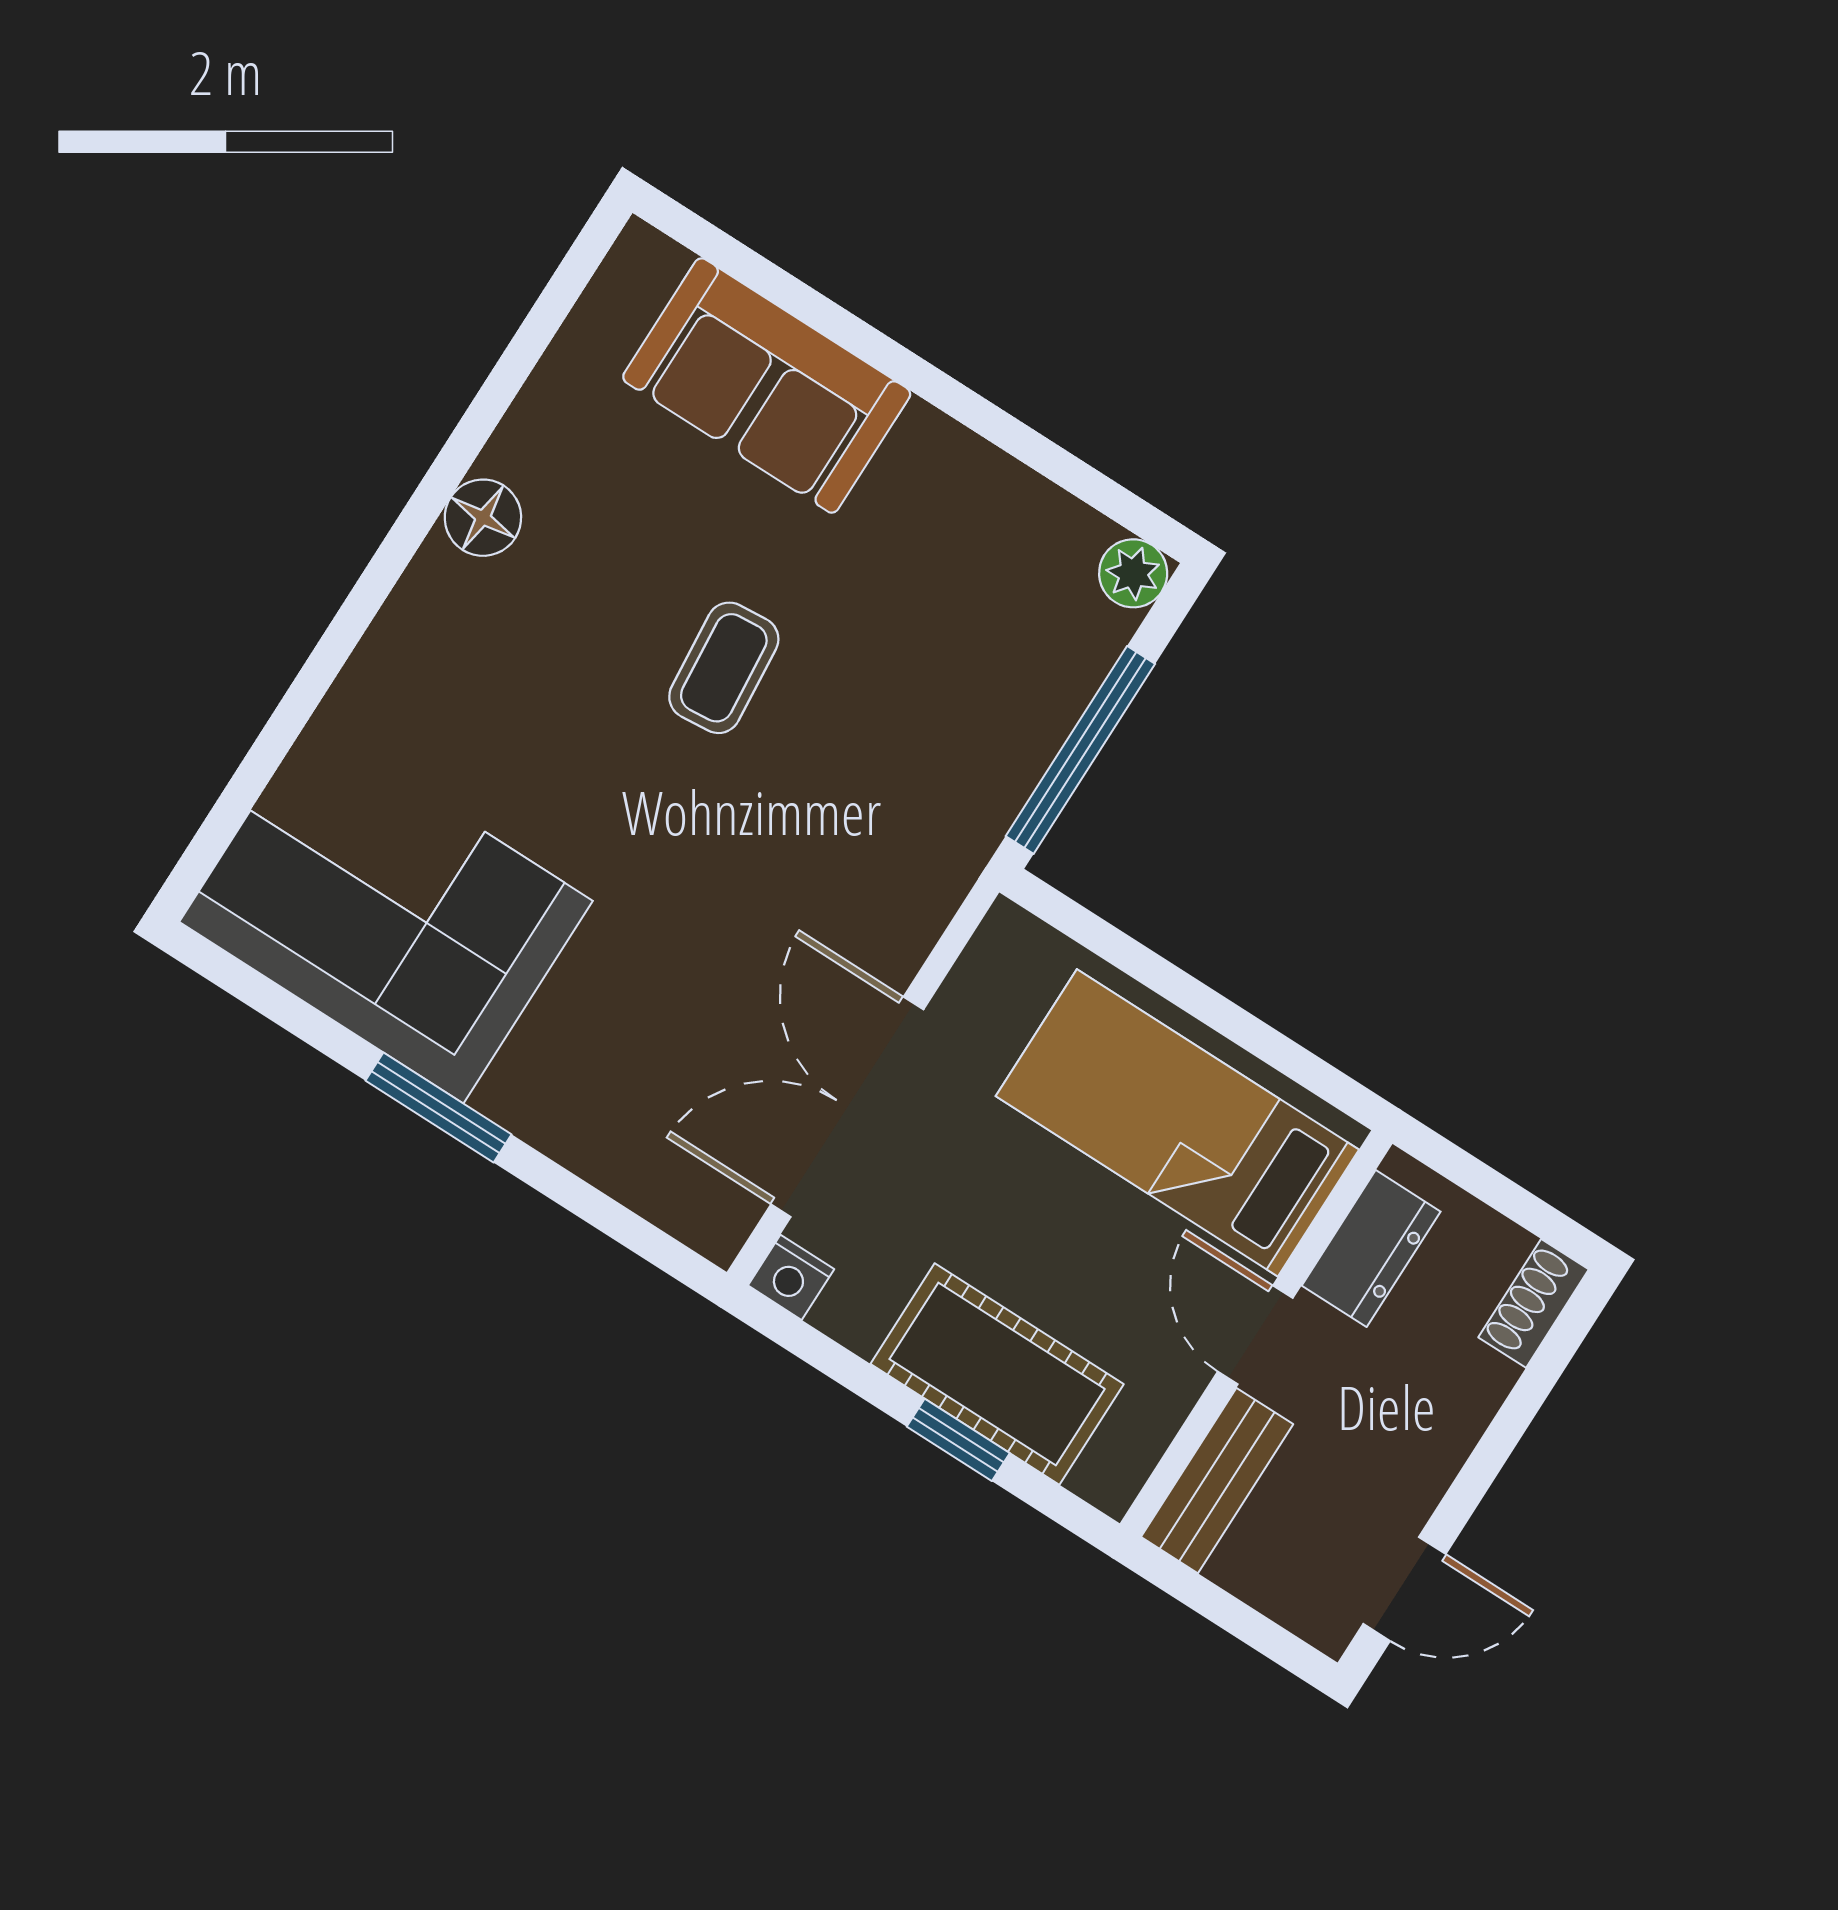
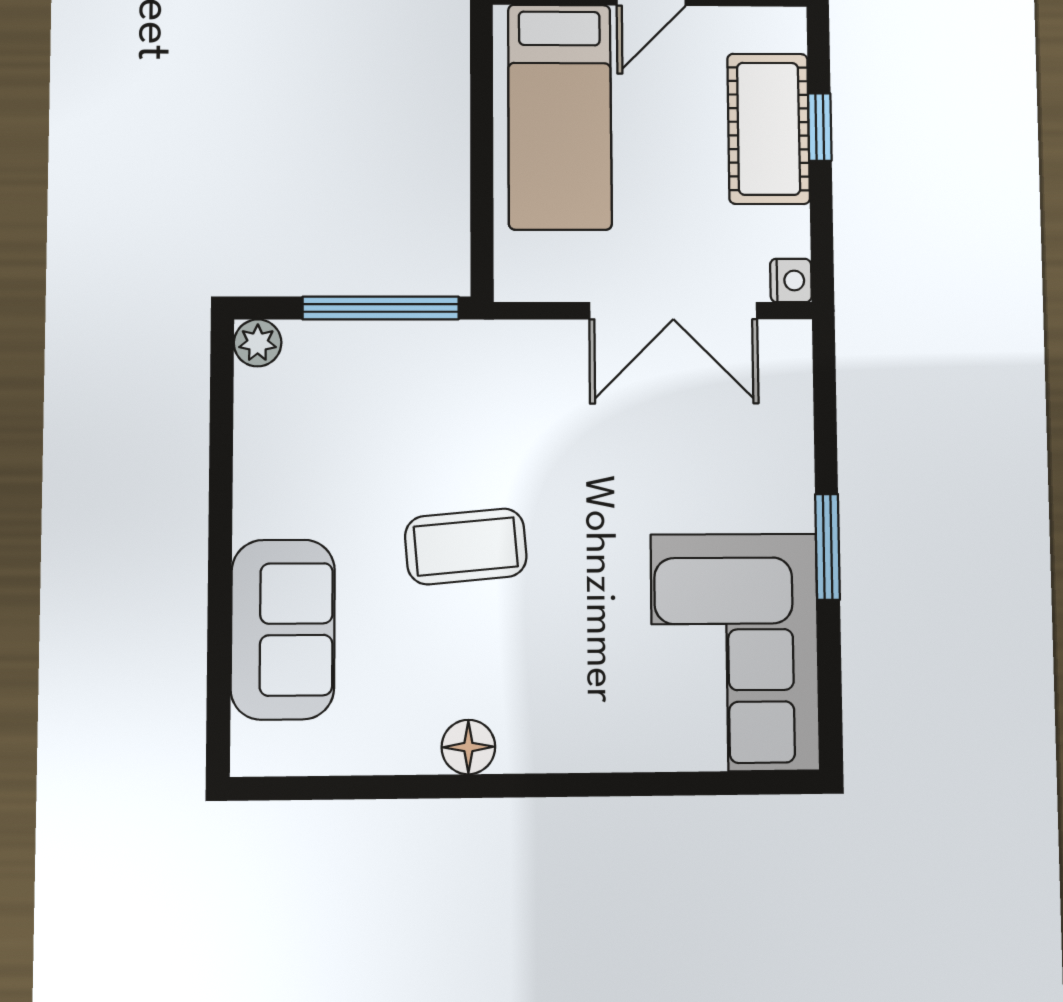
coffee table: (724, 668) -> (466, 546), width x1.36, depth x1.30

